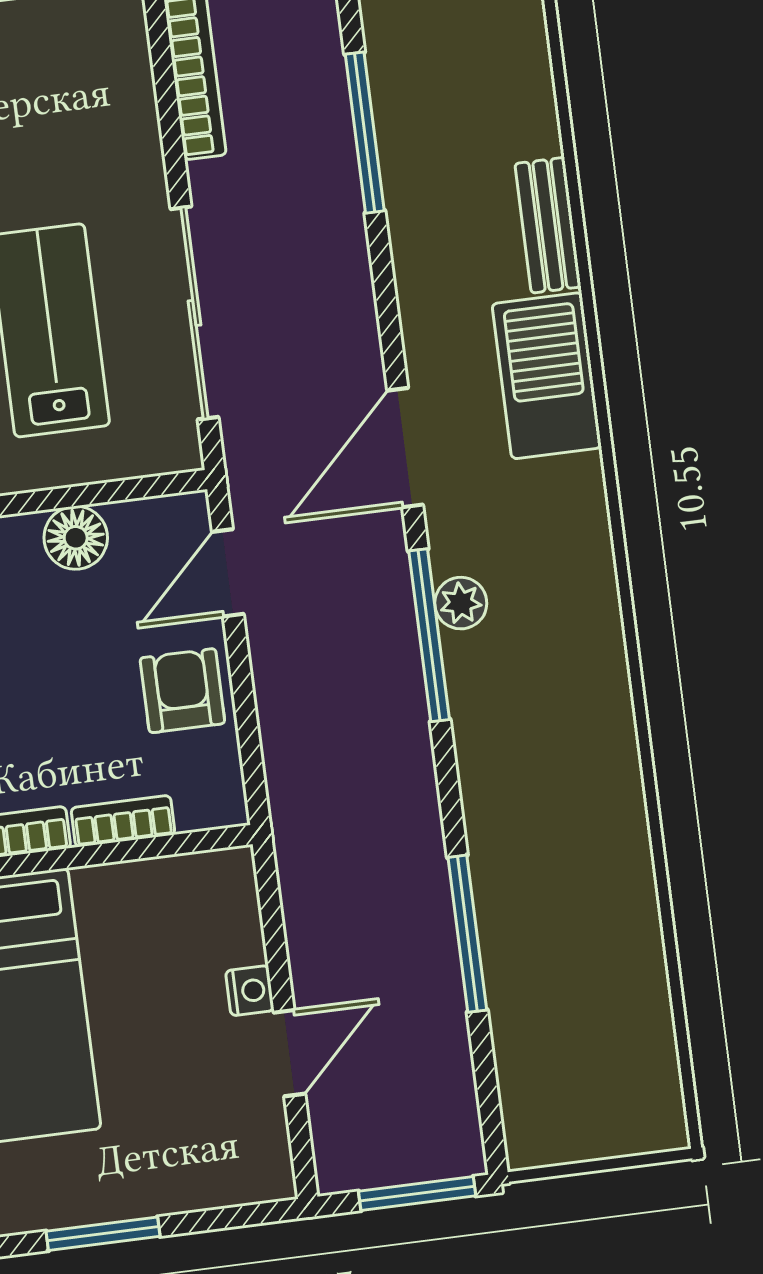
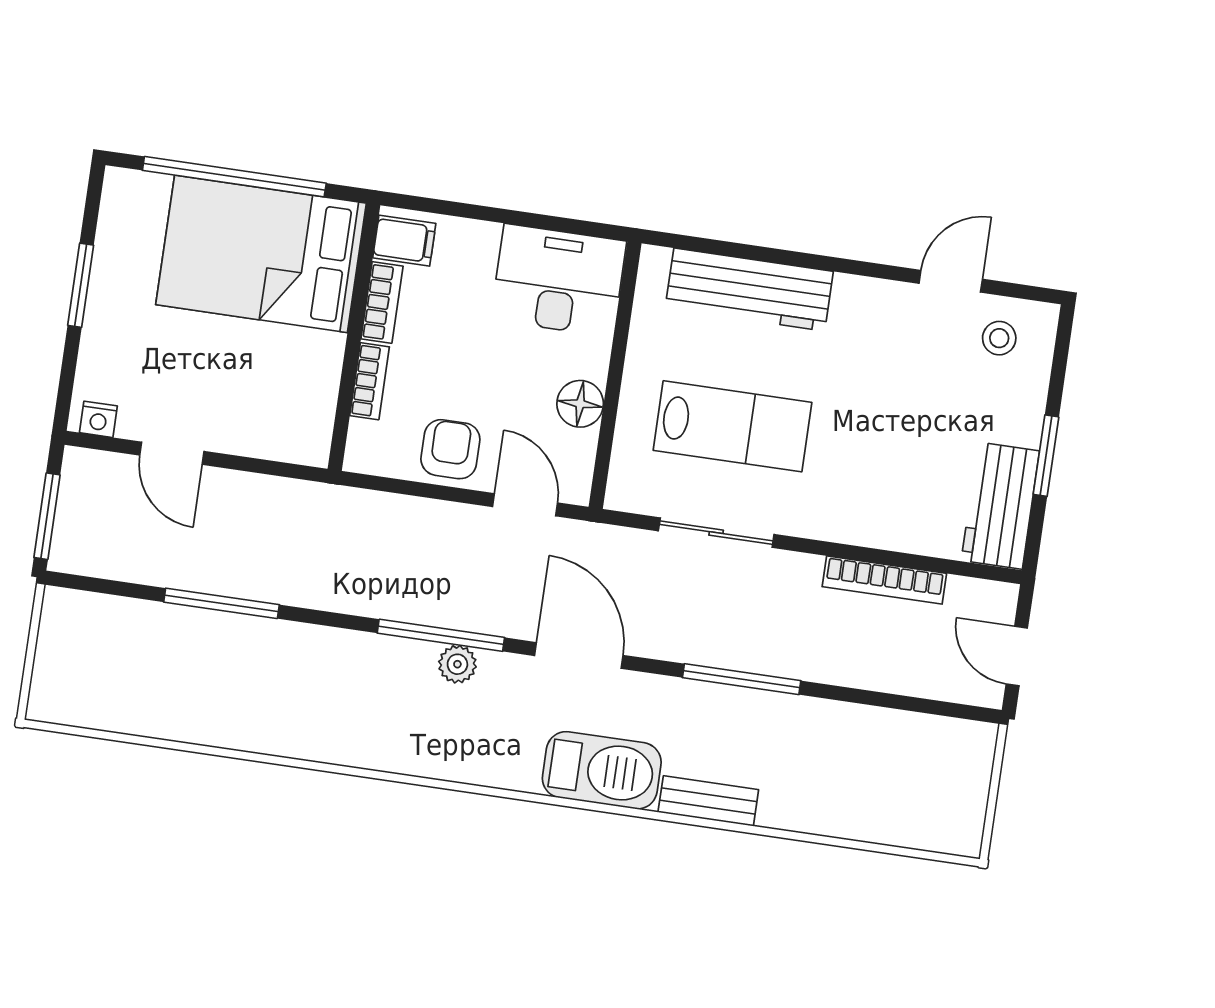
window: (365, 133) -> (742, 679), moved
sliding door: (194, 313) -> (716, 533), width x0.73
armchair: (182, 691) -> (450, 449), turned -90
nightstand: (250, 991) -> (98, 419), moved

